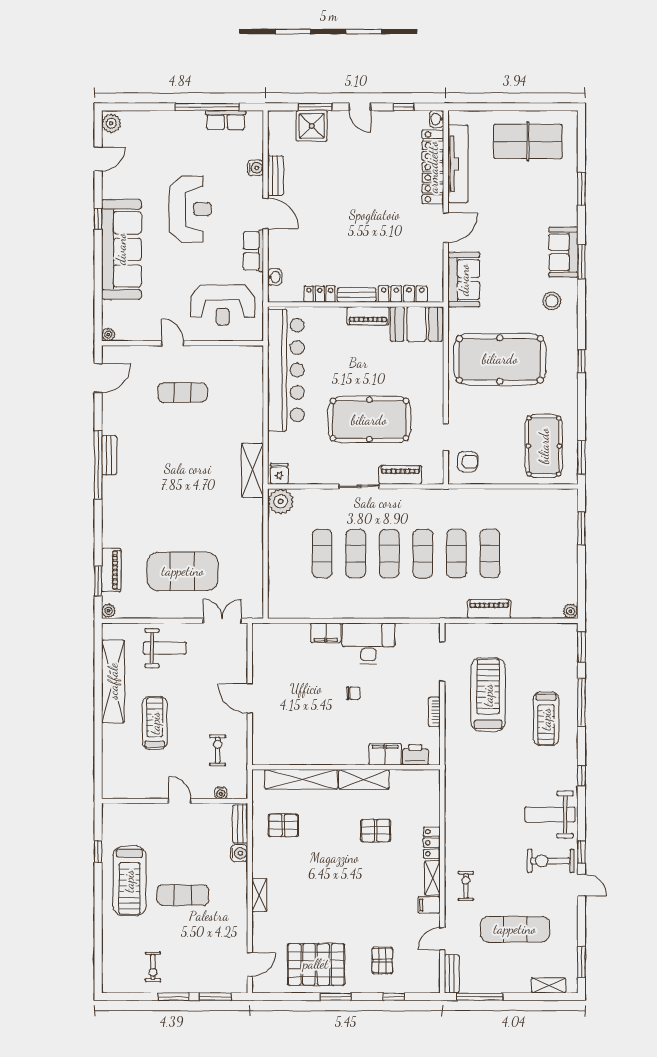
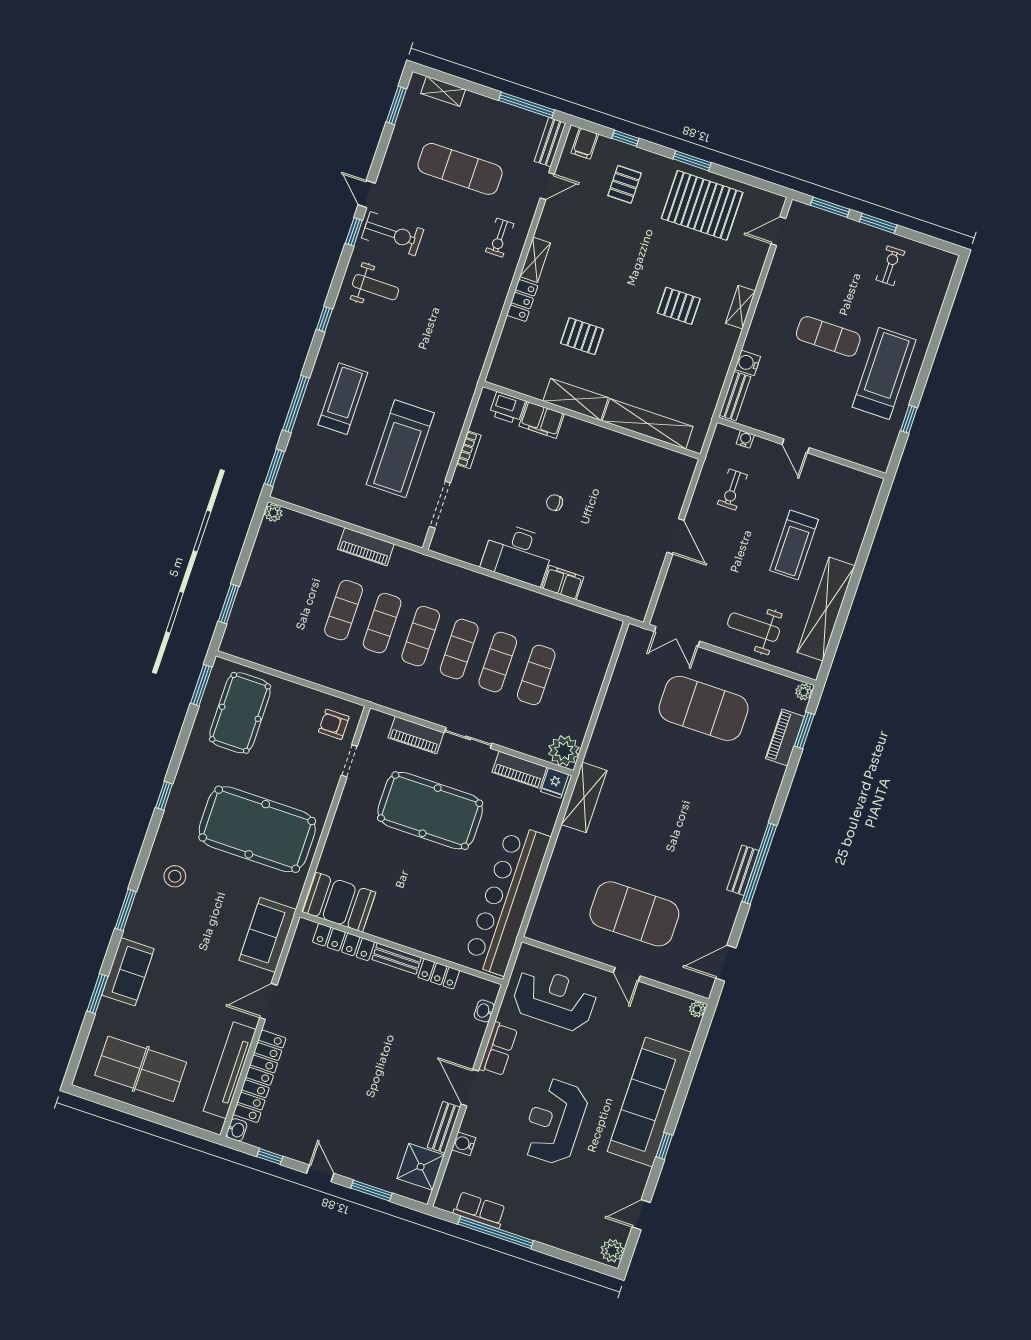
shower: (312, 126) -> (421, 1167), moved
sofa: (563, 252) -> (128, 972), moved
piano: (368, 316) -> (519, 770), moved, turned 180
exercise mat: (183, 393) -> (634, 914), width x2.00, depth x1.45
weight bench: (550, 815) -> (376, 287), width x0.73, depth x0.75
pallet: (283, 825) -> (679, 306), moved
filing cabinet: (429, 905) -> (585, 143), moved, turned 90

